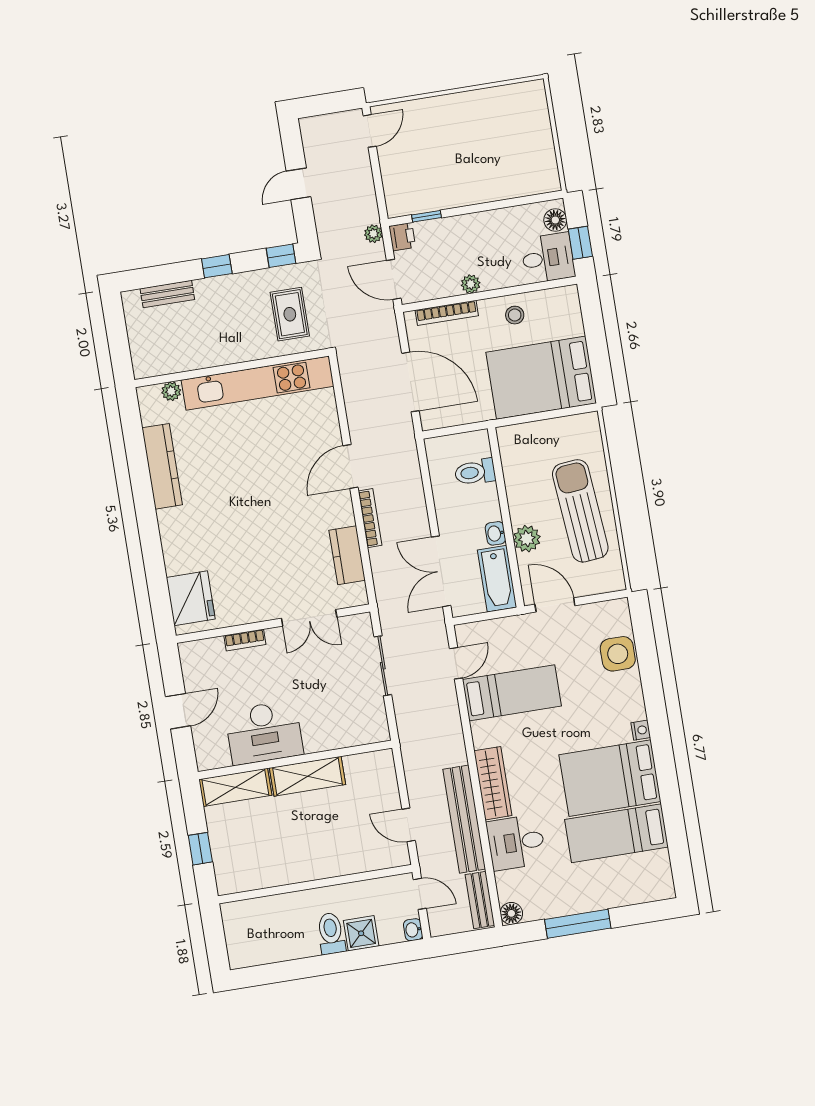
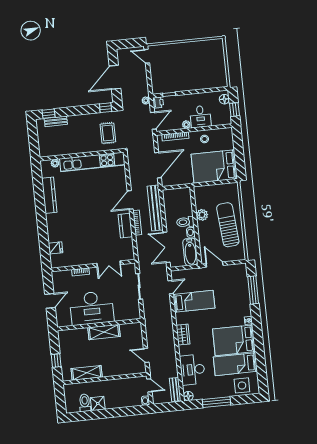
door: (370, 131) -> (147, 56), swing flipped
door: (299, 184) -> (115, 77), width x1.88
desk: (548, 258) -> (200, 117), moved, turned 90
window: (217, 266) -> (49, 114), moved
door: (394, 279) -> (153, 121), swing flipped
door: (410, 382) -> (158, 165), hinge flipped
toilet: (475, 472) -> (185, 222), moved
plant: (527, 539) -> (202, 215), moved
kitchen counter: (347, 555) -> (125, 226), moved
fridge: (191, 598) -> (55, 248), width x0.53, depth x0.75
side table: (618, 654) -> (242, 385), moved
window: (648, 659) -> (253, 290), added
desk: (264, 733) -> (92, 308), width x1.36, depth x1.30
wardrobe: (493, 783) -> (183, 335), width x0.67
shelving: (235, 787) -> (87, 373), moved
bench: (464, 819) -> (155, 208), moved
desk: (516, 842) -> (192, 370), width x1.37
toilet: (331, 933) -> (85, 403), moved
shower: (361, 933) -> (98, 403), moved

